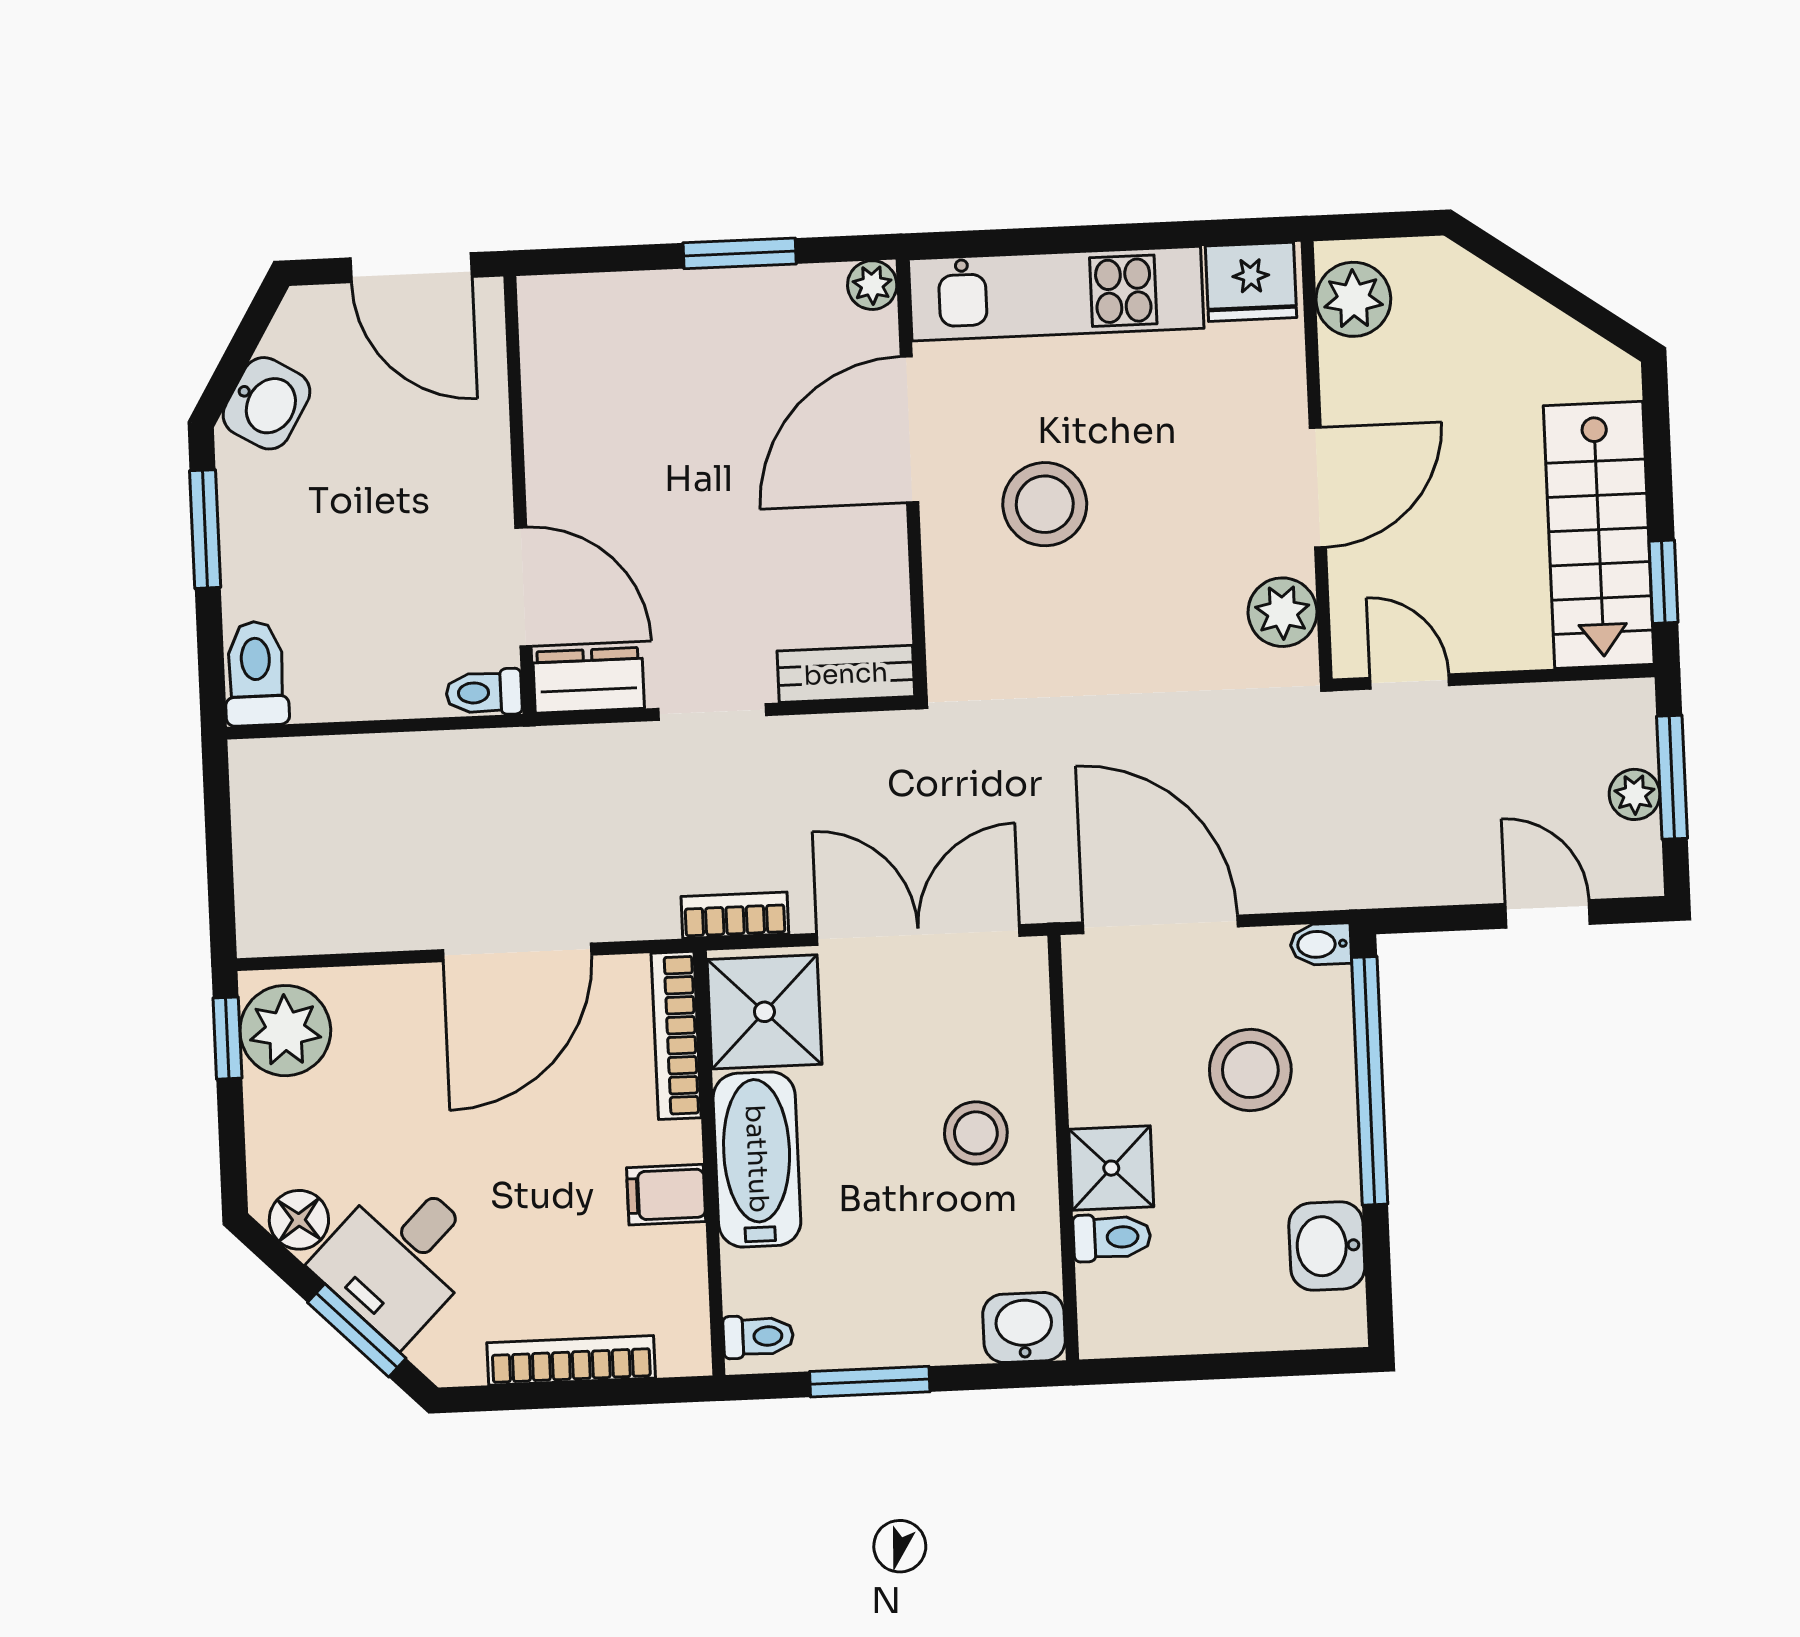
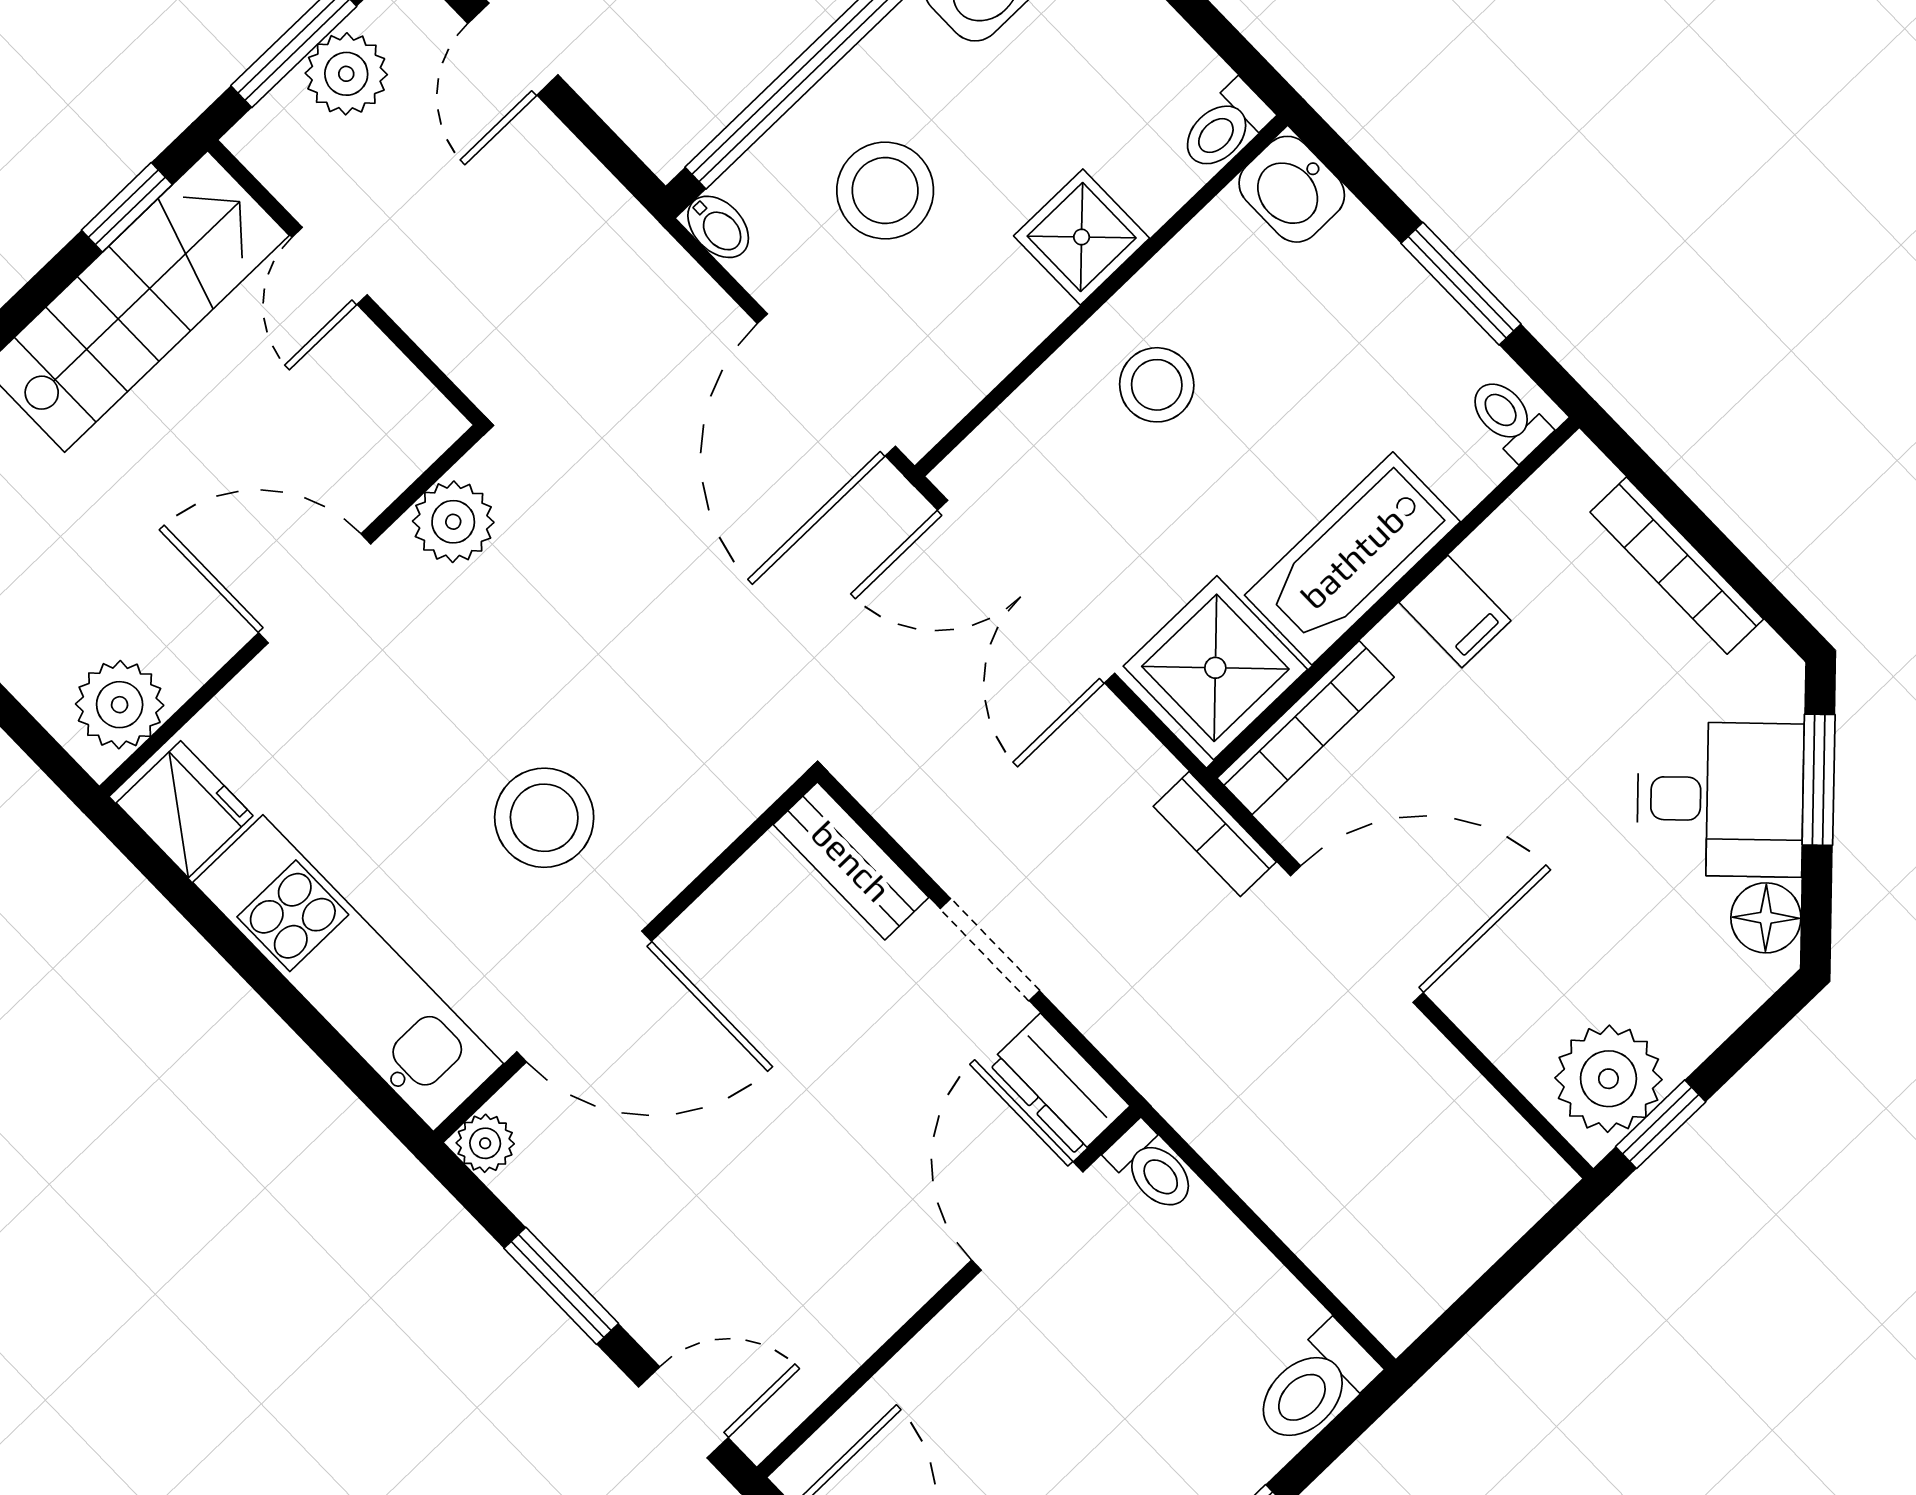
door: (591, 260) -> (683, 1412), added
door: (1410, 682) -> (330, 266), moved
plant: (1635, 794) -> (346, 74), width x1.38, depth x1.38
bookcase: (735, 915) -> (1215, 834), moved
toilet: (1112, 1237) -> (1225, 127), moved, turned -90

